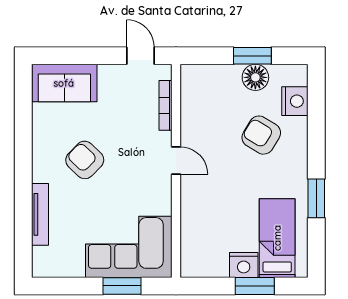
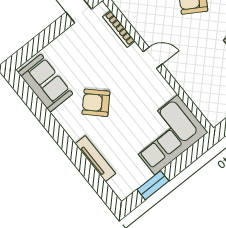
sofa: (64, 83) -> (45, 83), moved, turned -90
window: (122, 286) -> (153, 185), moved

